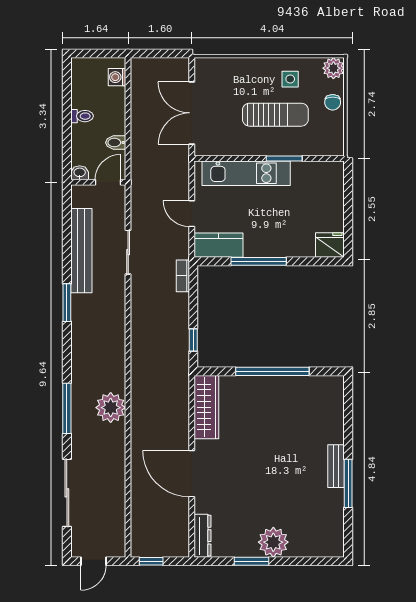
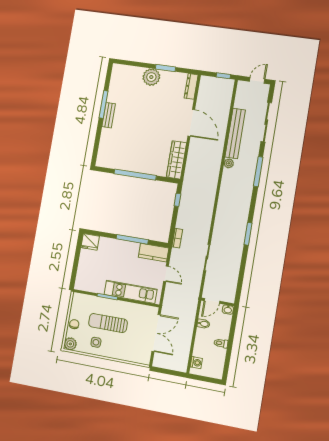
bench: (81, 251) -> (235, 133), moved
plant: (111, 408) -> (229, 163), width x0.53, depth x0.53

